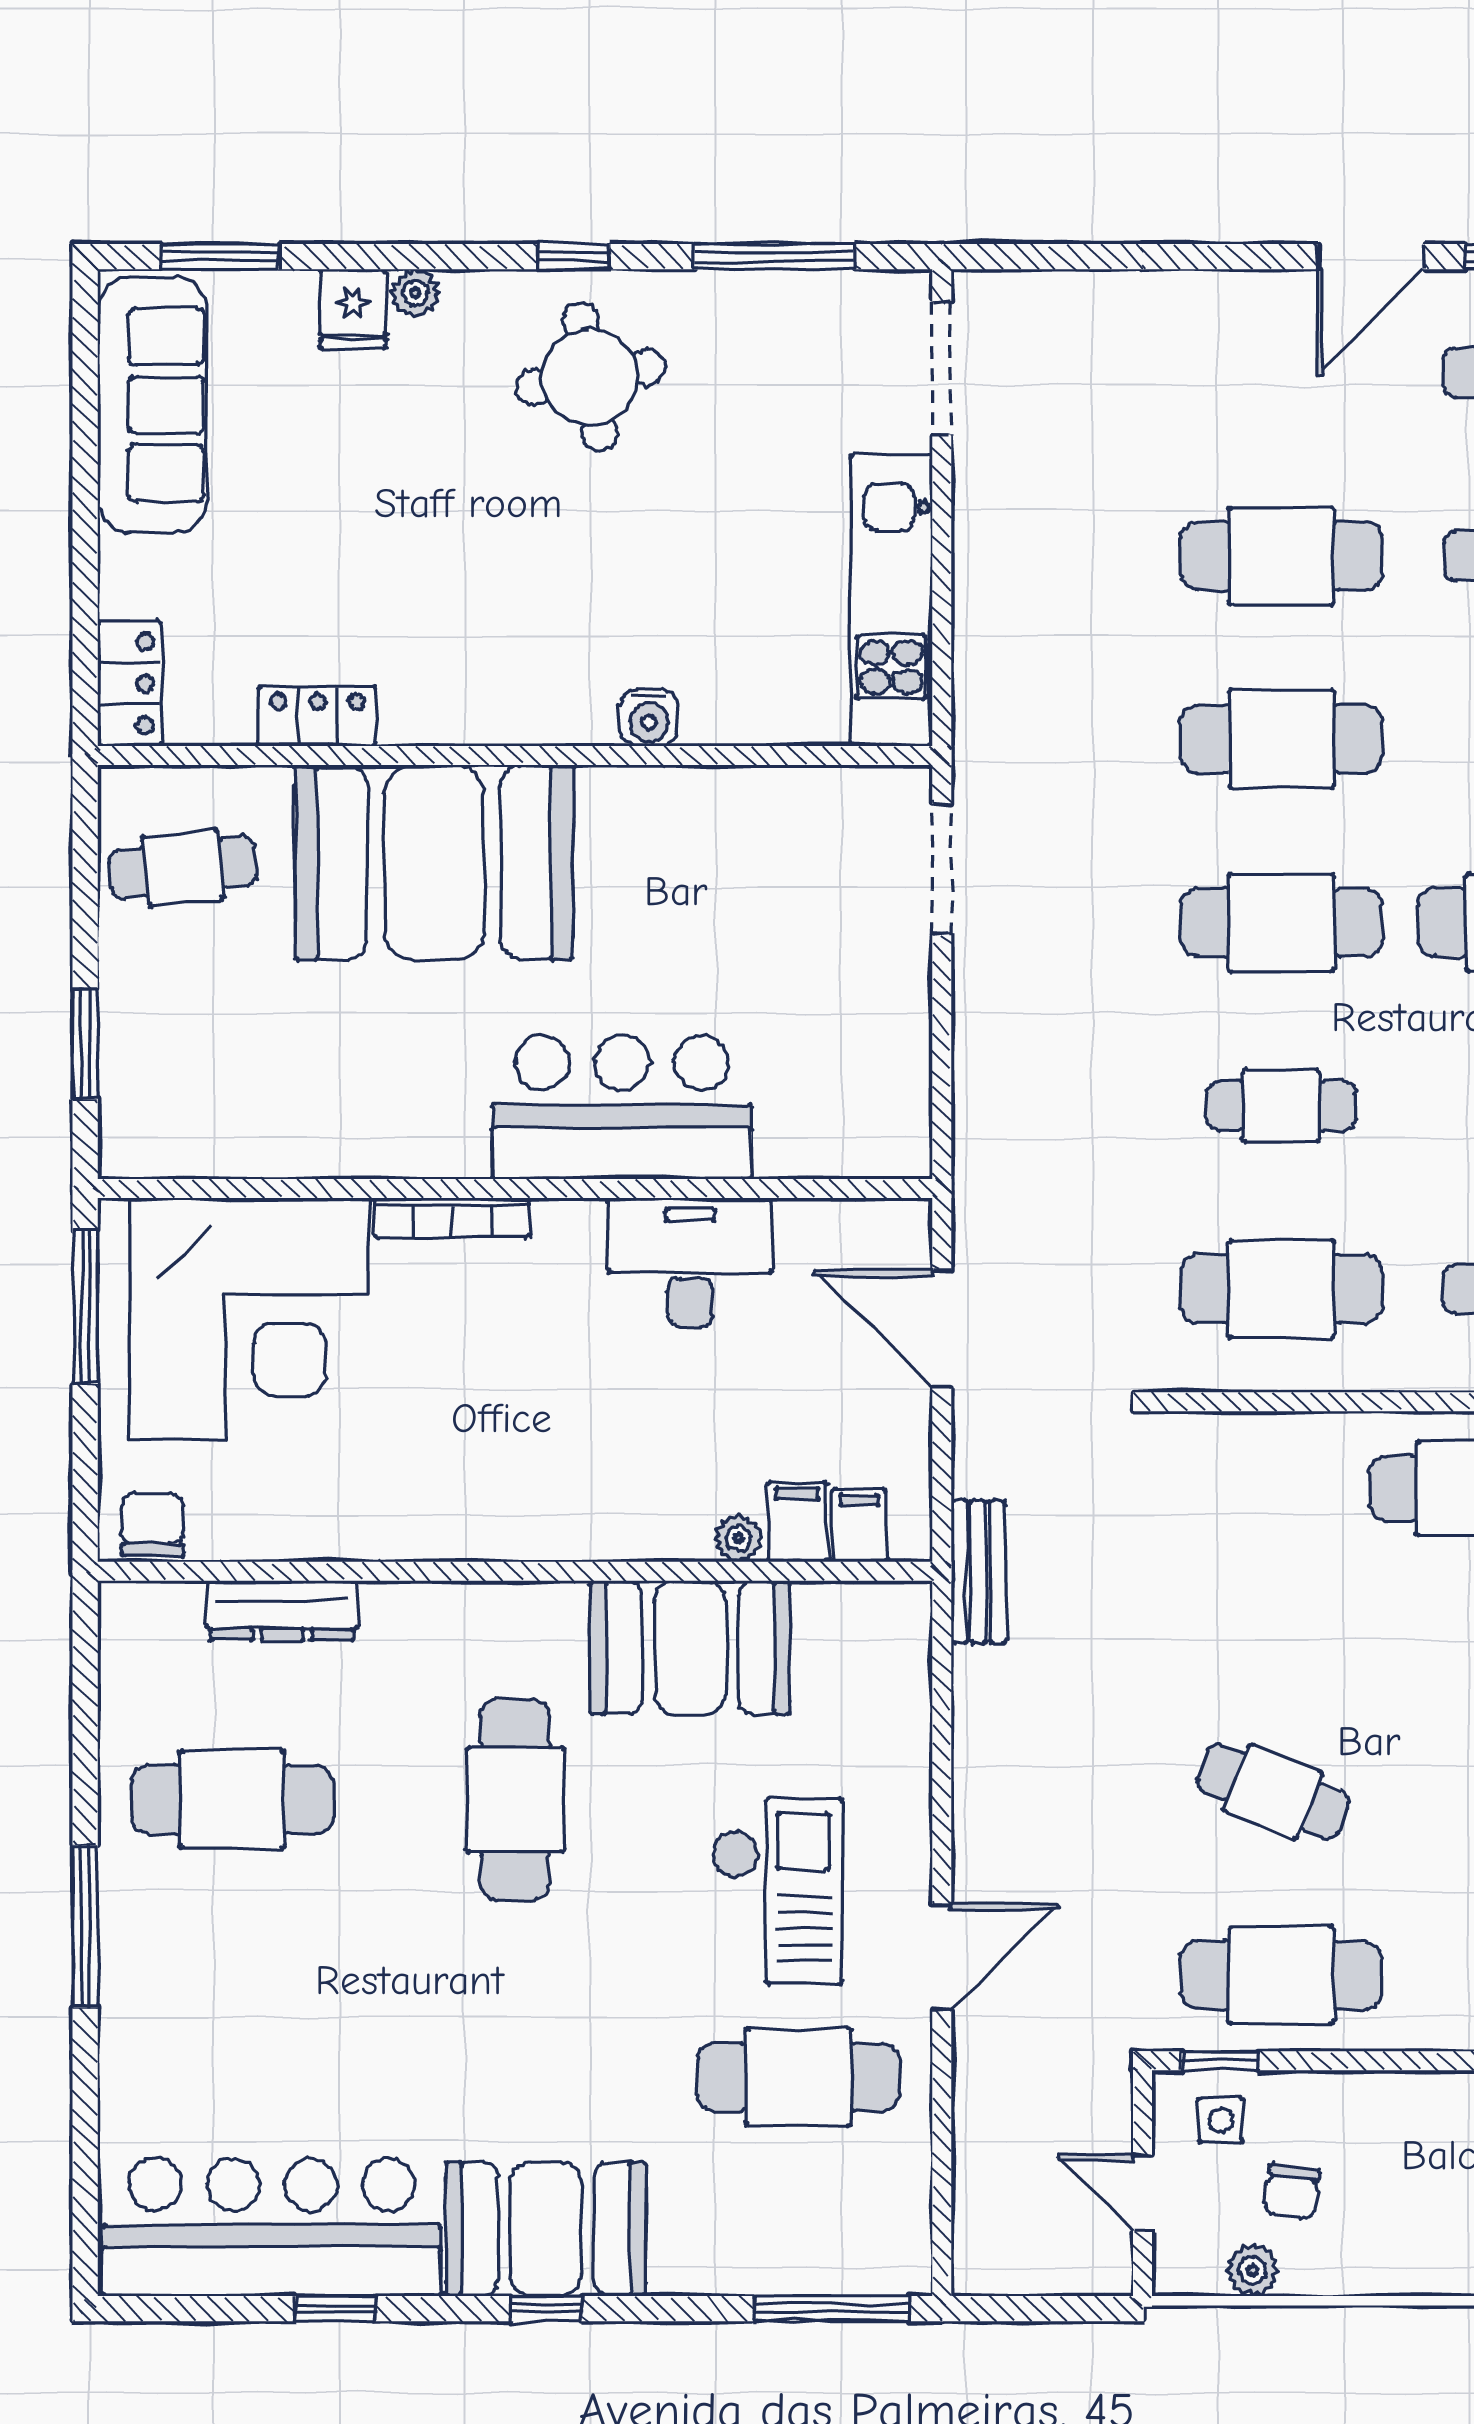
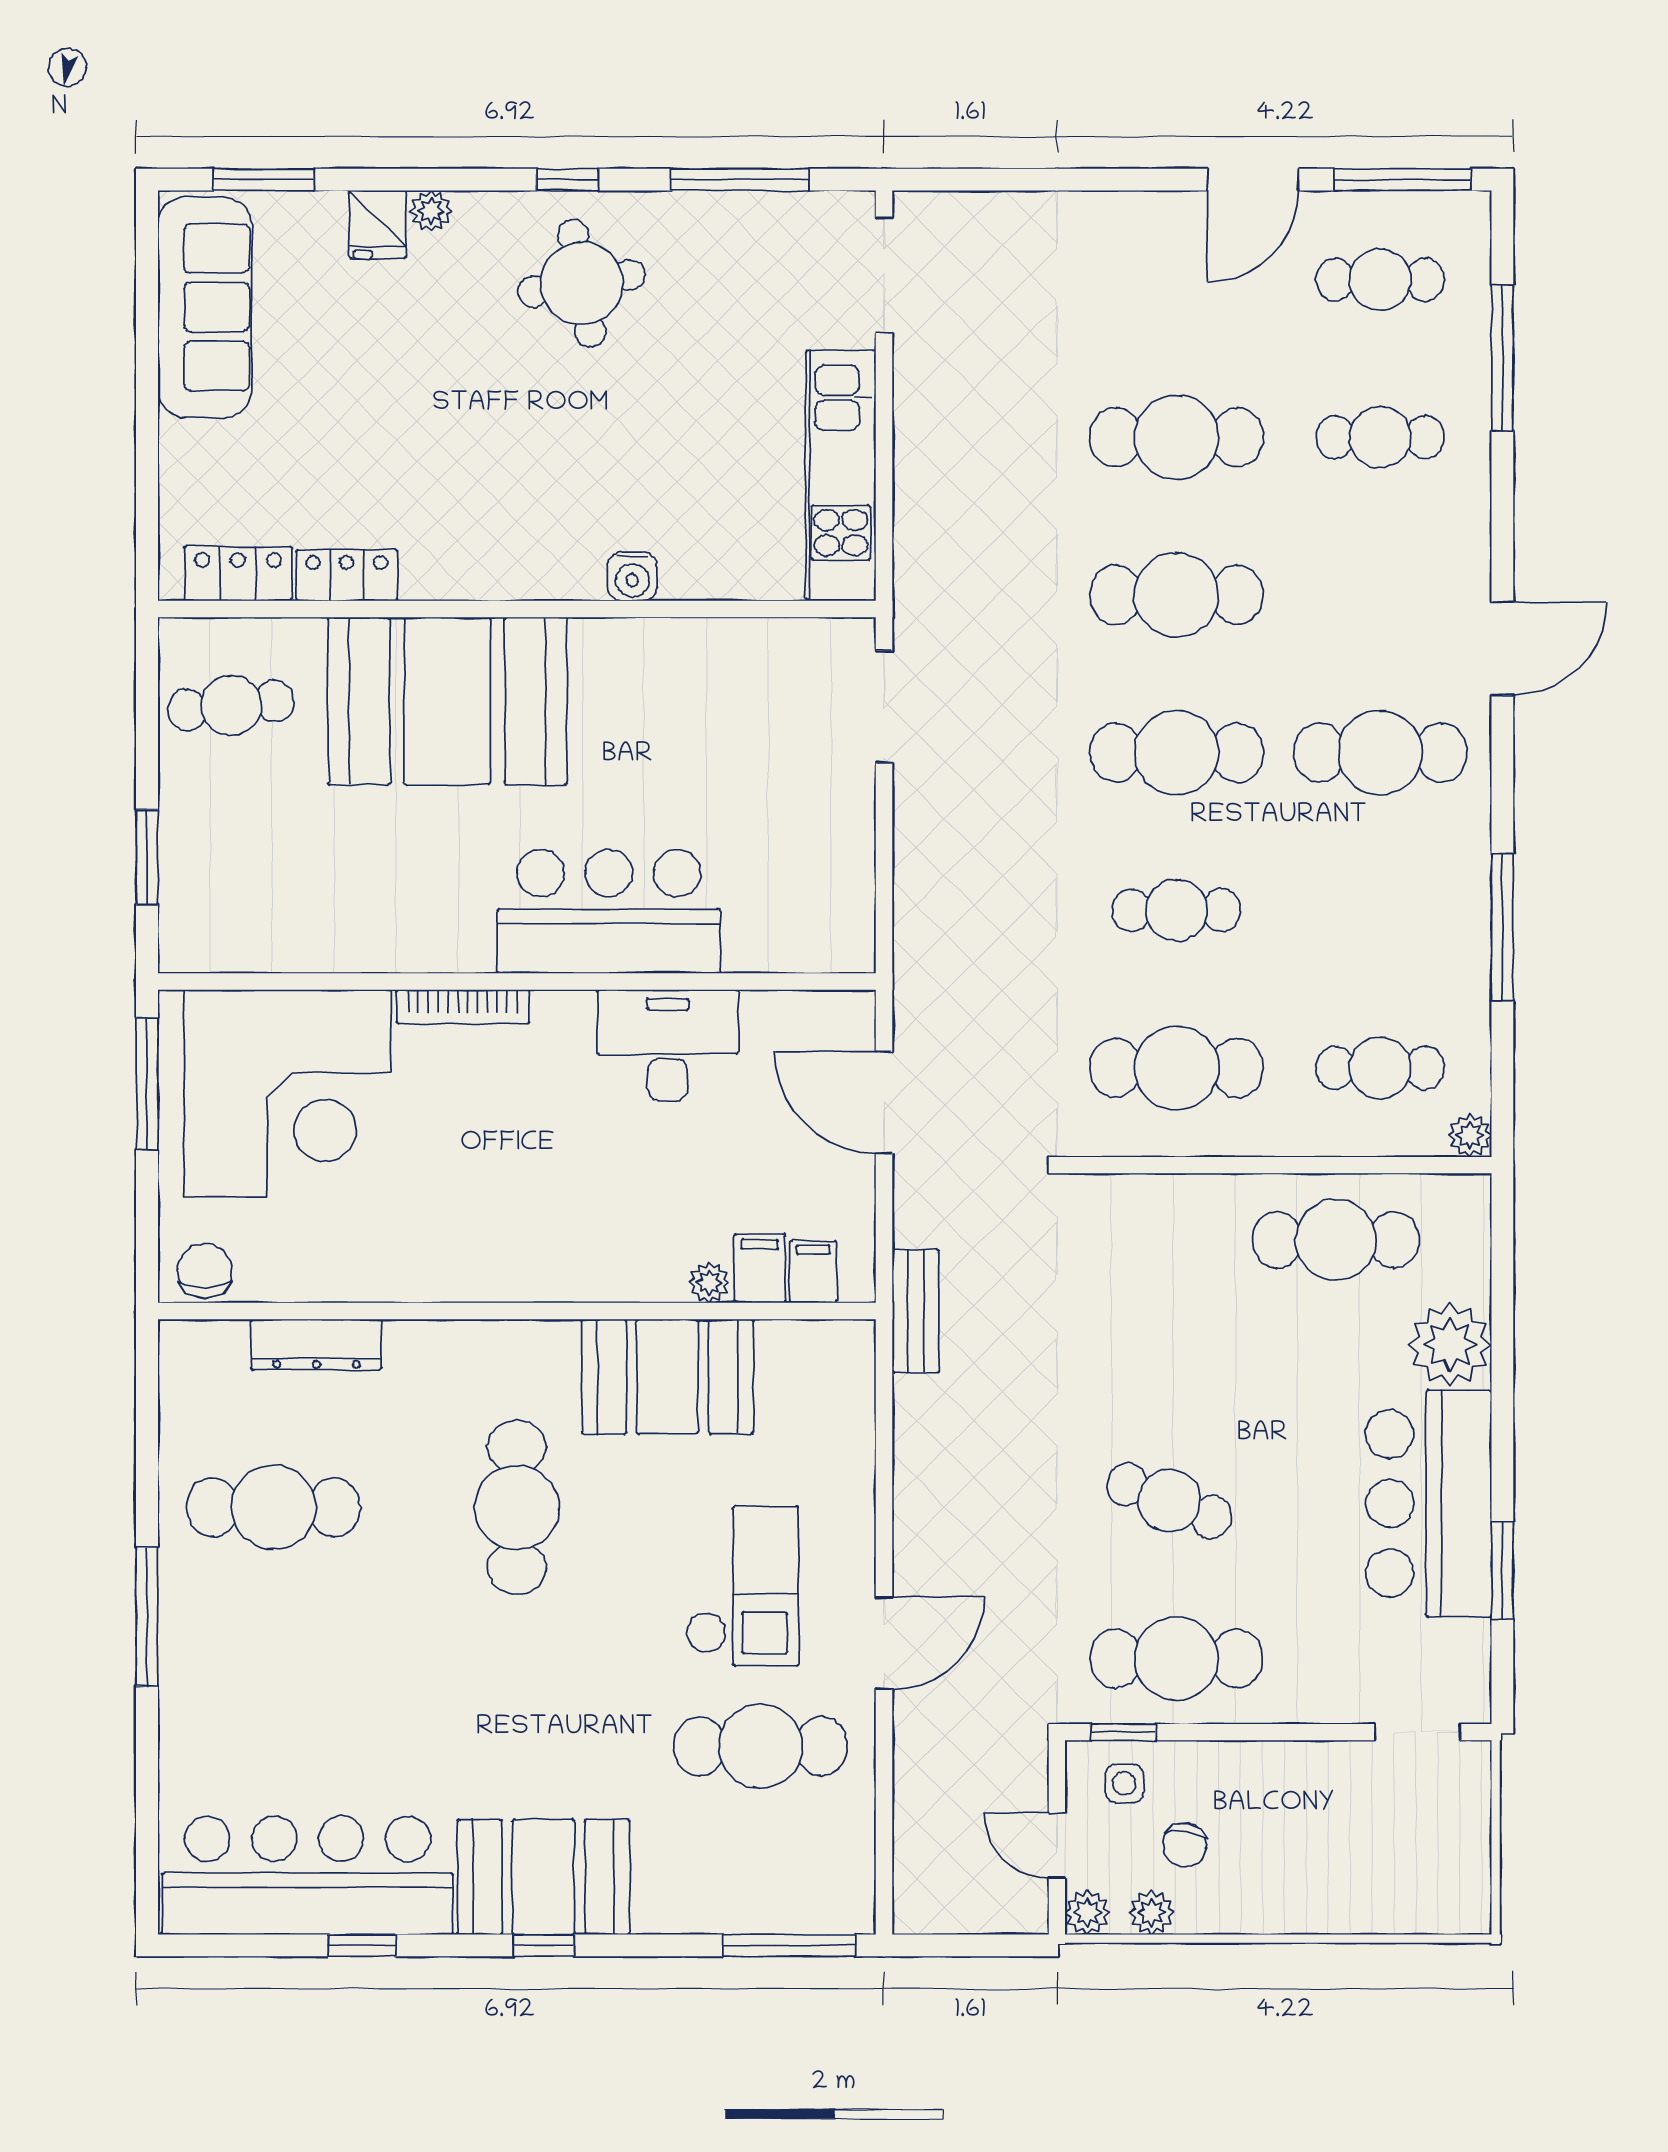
locker: (129, 684) -> (238, 574), moved, turned -90
plant: (1178, 2270) -> (1087, 1912), added

